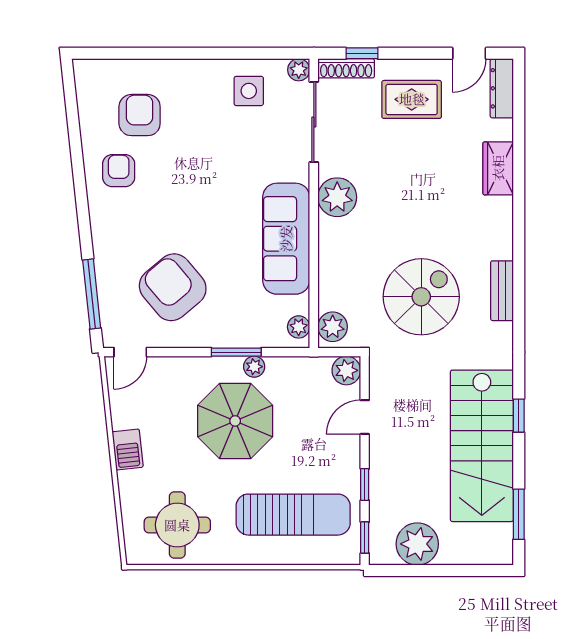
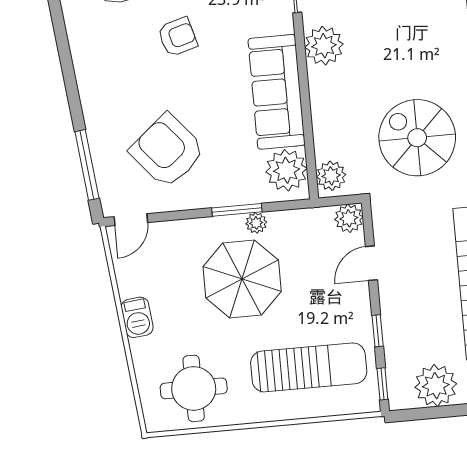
armchair: (119, 171) -> (178, 37), moved, turned 74
spiral stairs: (421, 297) -> (417, 138), turned -90
plant: (299, 327) -> (286, 170), width x1.88, depth x1.88

